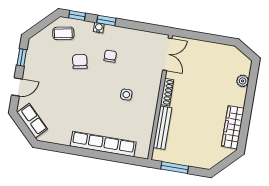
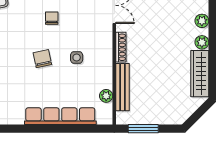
chair: (80, 62) -> (42, 59), moved
plant: (239, 100) -> (202, 42), added
plant: (147, 133) -> (106, 96), added

